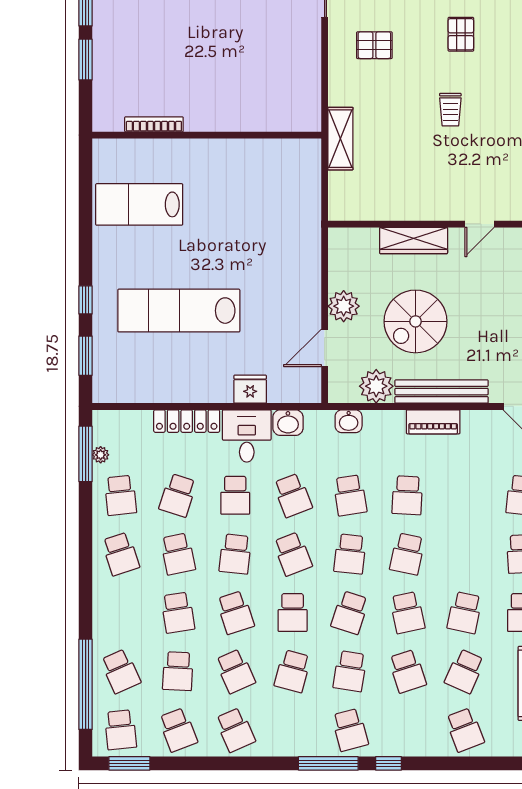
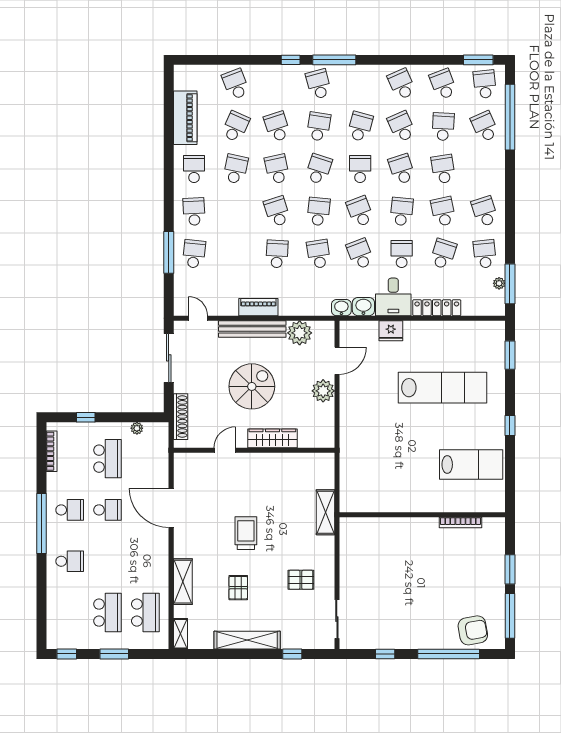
trolley: (450, 110) -> (246, 533), width x1.36, depth x1.39
window: (86, 300) -> (510, 425), moved
spiral stairs: (416, 321) -> (252, 386), moved
washbasin: (349, 421) -> (341, 308), moved
school desk: (407, 554) -> (277, 211), turned -30

